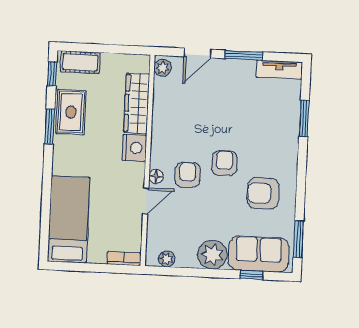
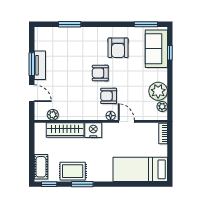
plant: (163, 68) -> (53, 115), moved
tv unit: (279, 70) -> (40, 65), moved
plant: (212, 255) -> (158, 91), moved

